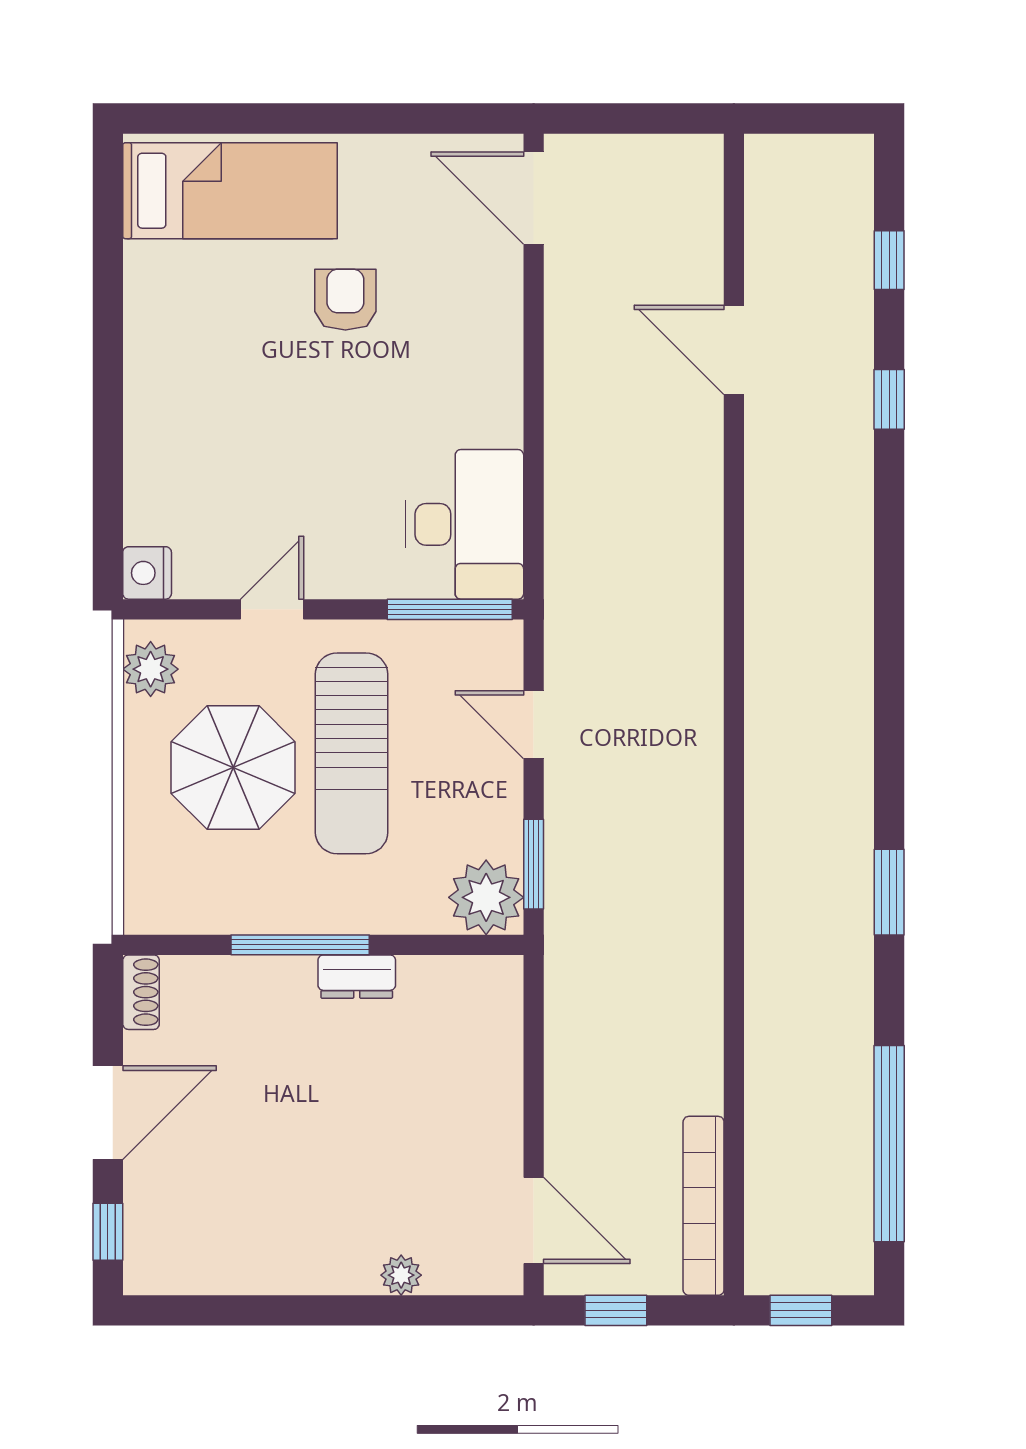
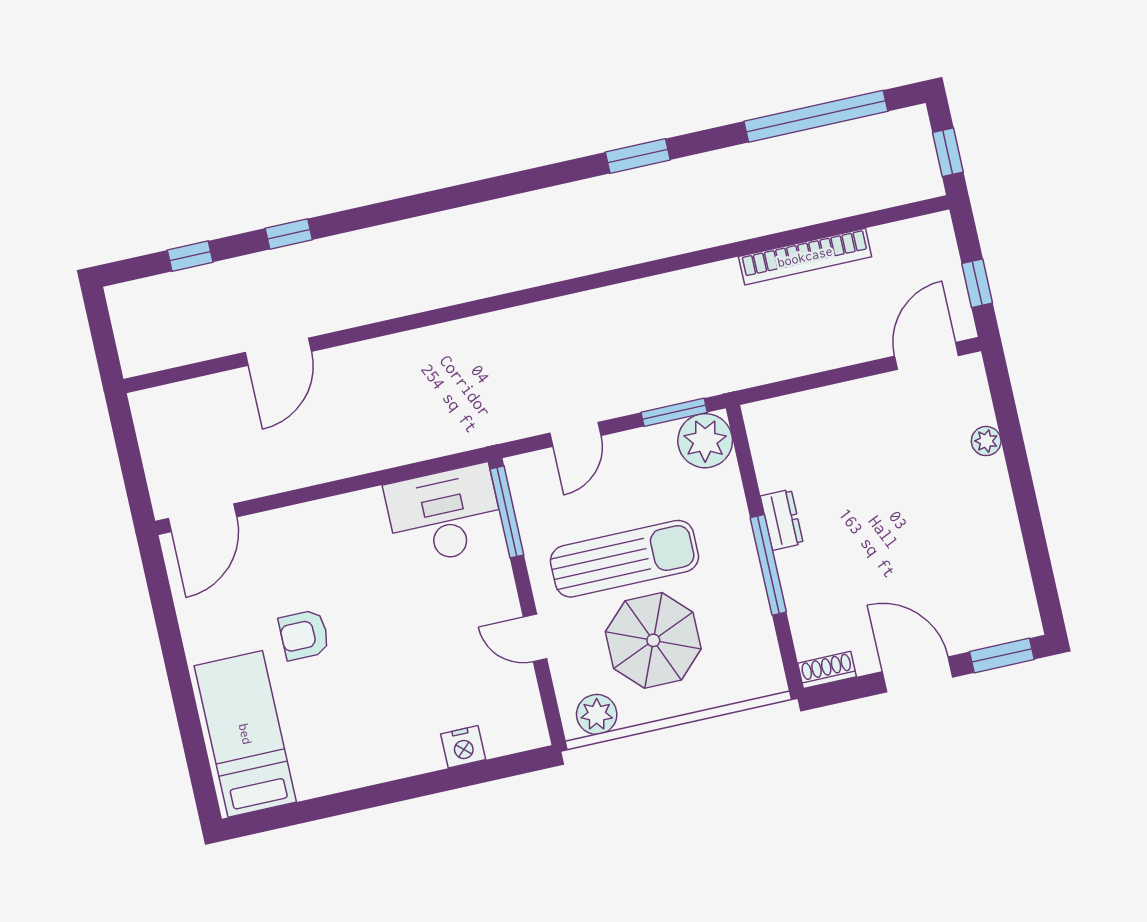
nightstand: (147, 573) -> (463, 747), moved
bookcase: (704, 1206) -> (805, 257), moved
window: (108, 1232) -> (1002, 656), width x1.50

